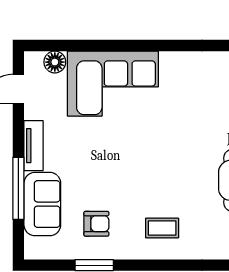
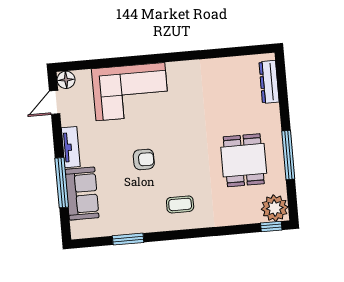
floor lamp: (55, 62) -> (66, 80), moved
armchair: (96, 224) -> (144, 159), moved

